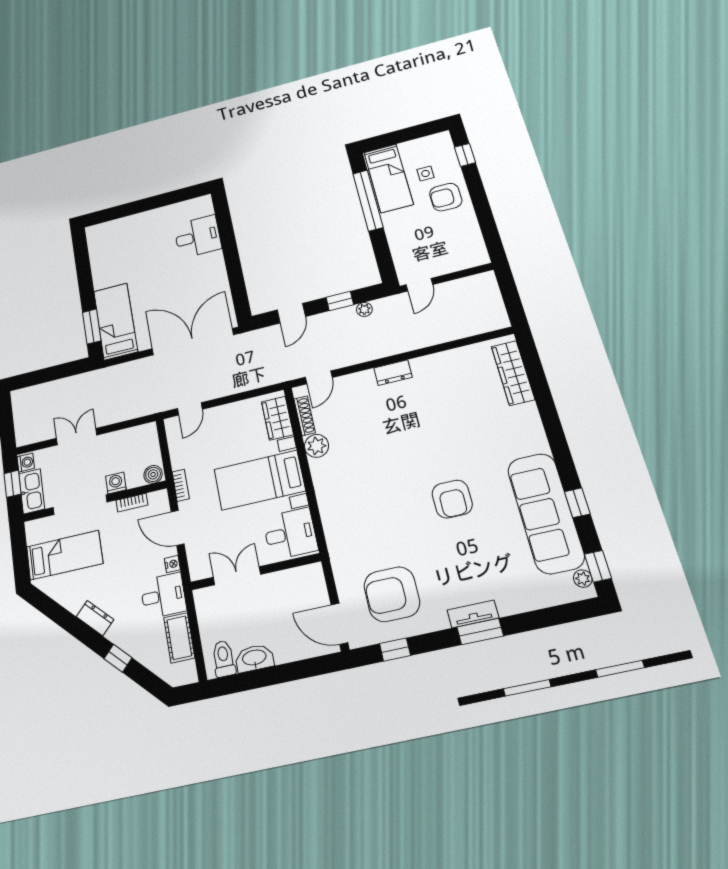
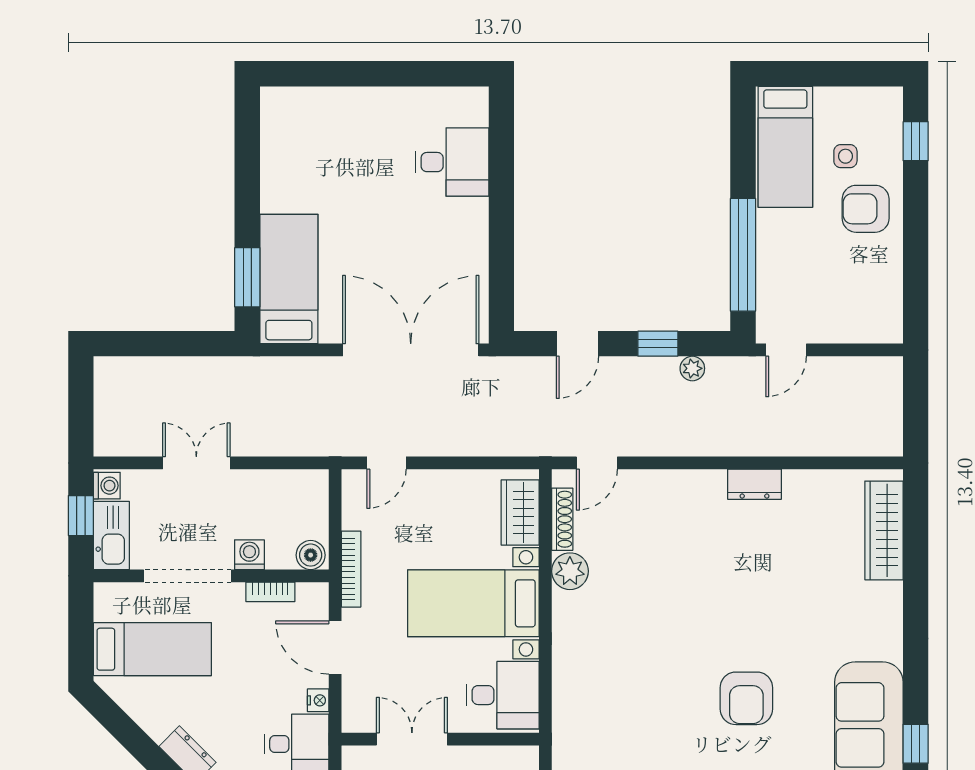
window: (368, 200) -> (743, 255), moved
dresser: (393, 373) -> (755, 484), moved
bookcase: (181, 485) -> (351, 569), width x1.56

